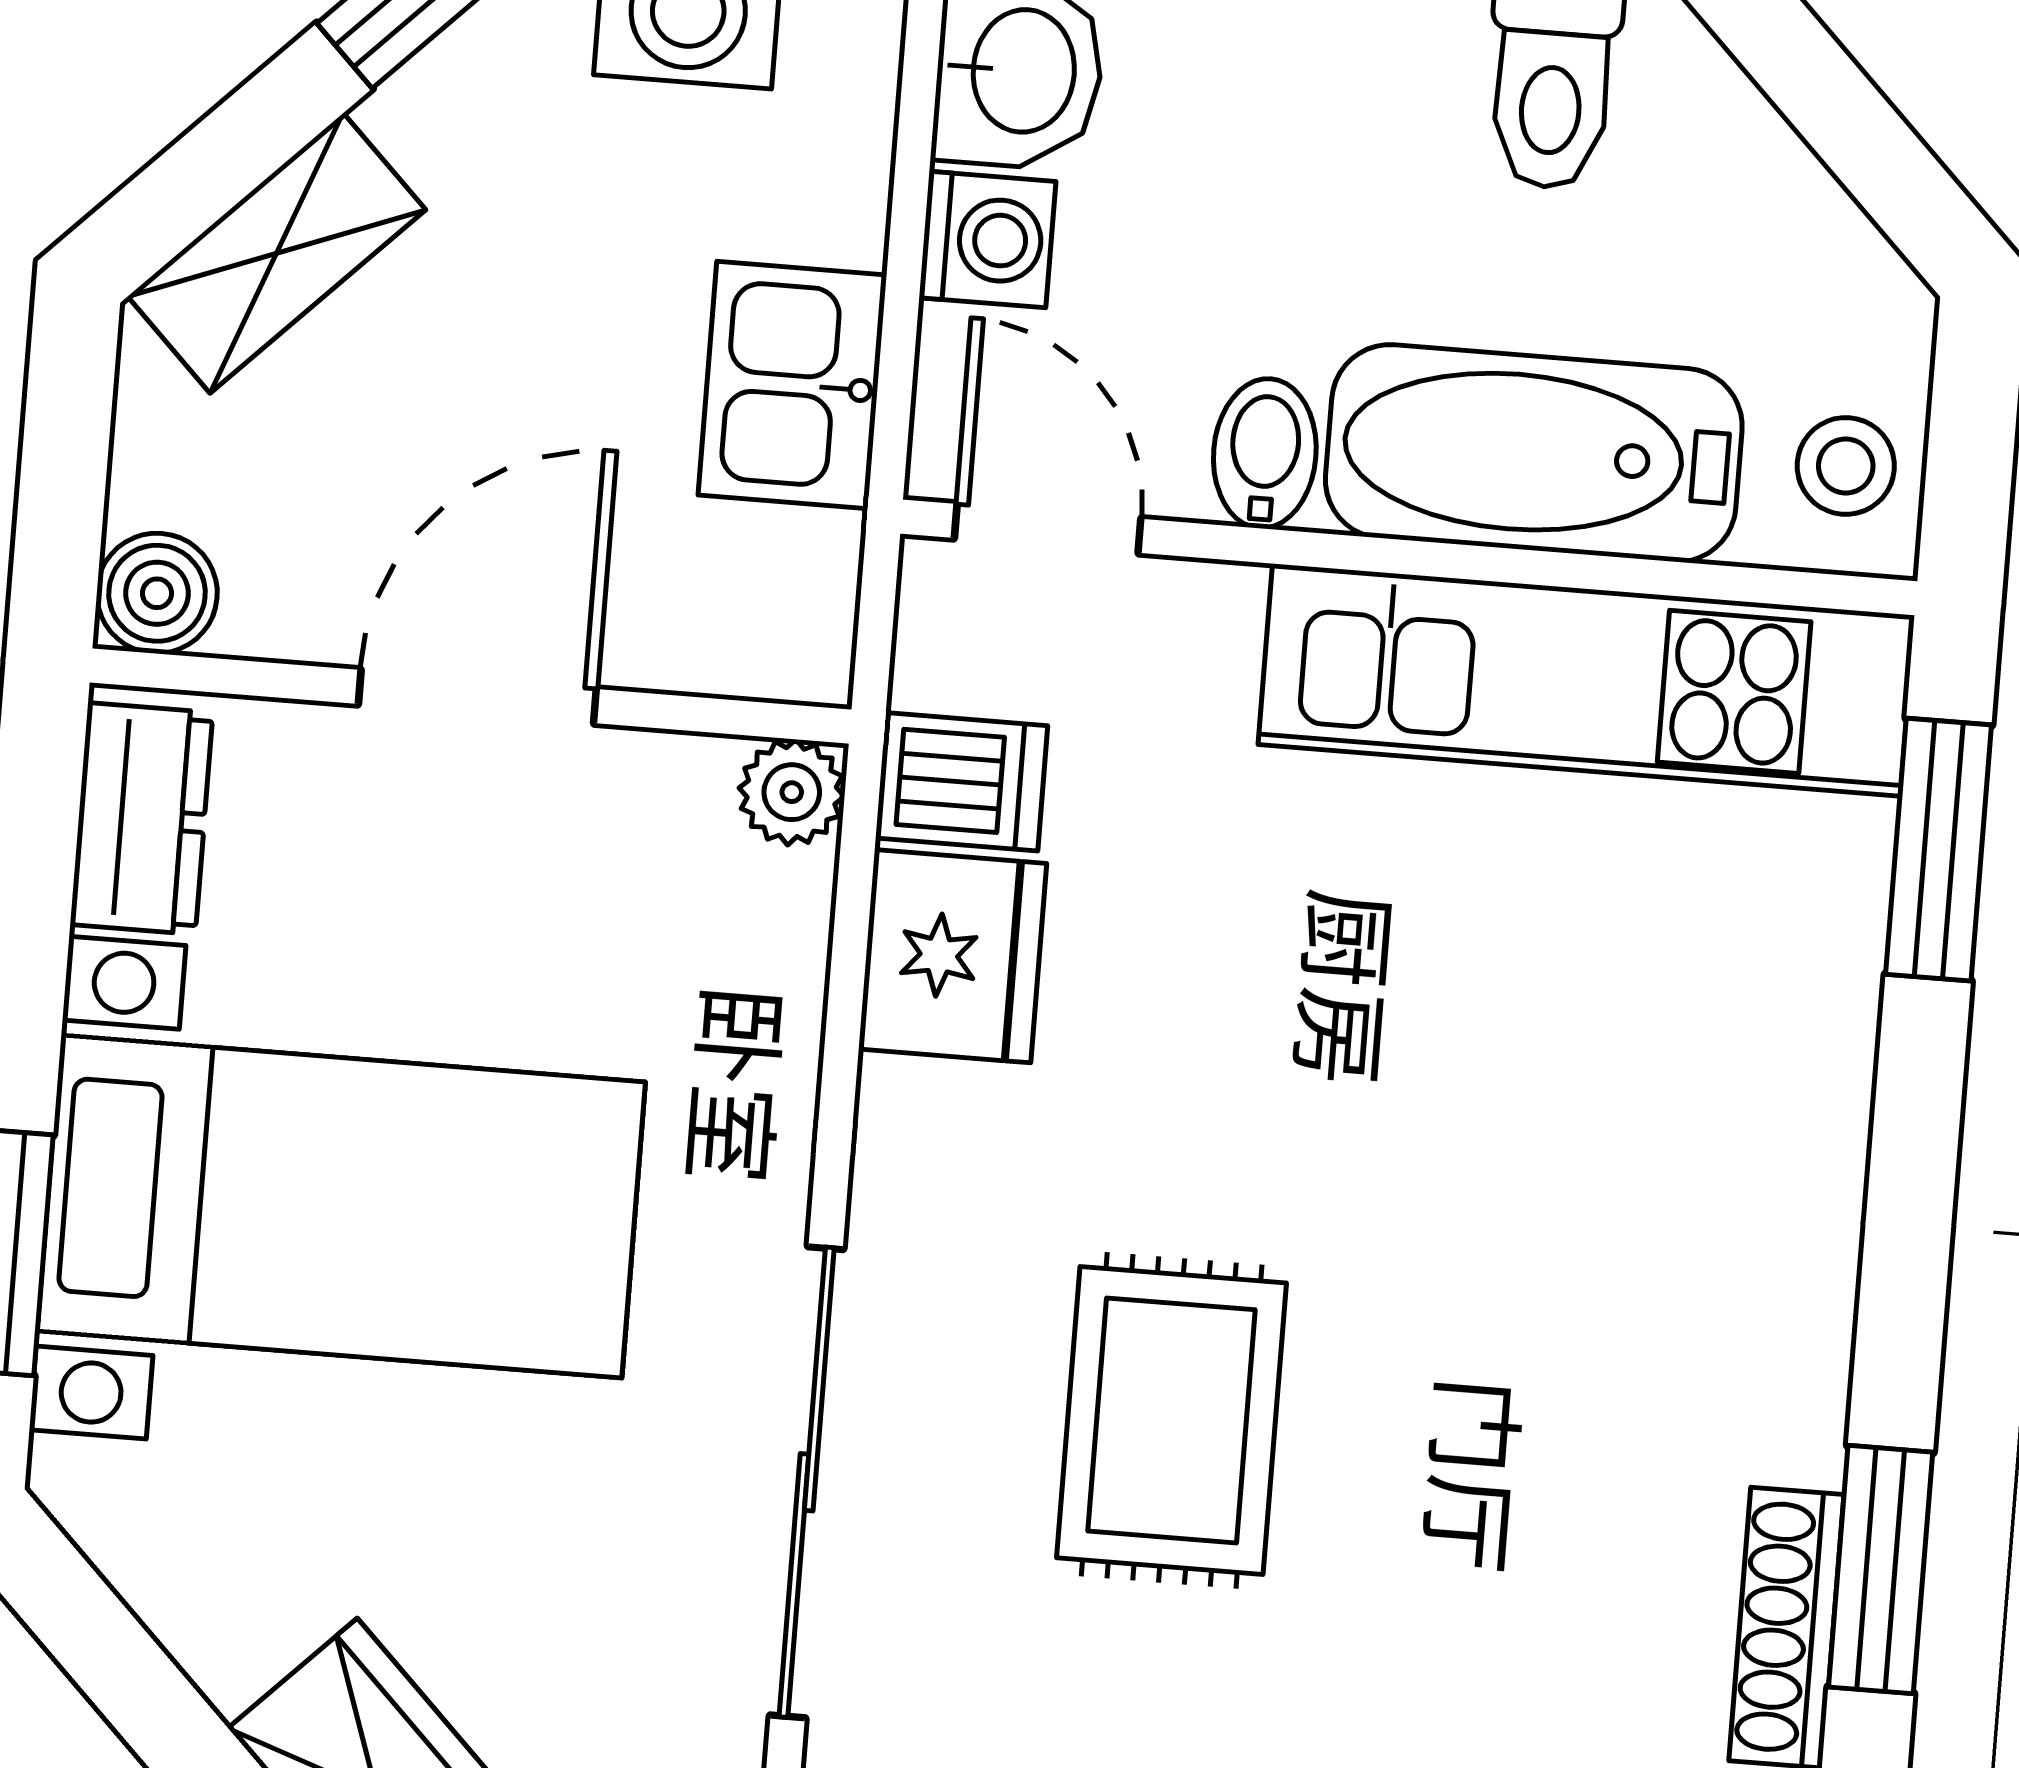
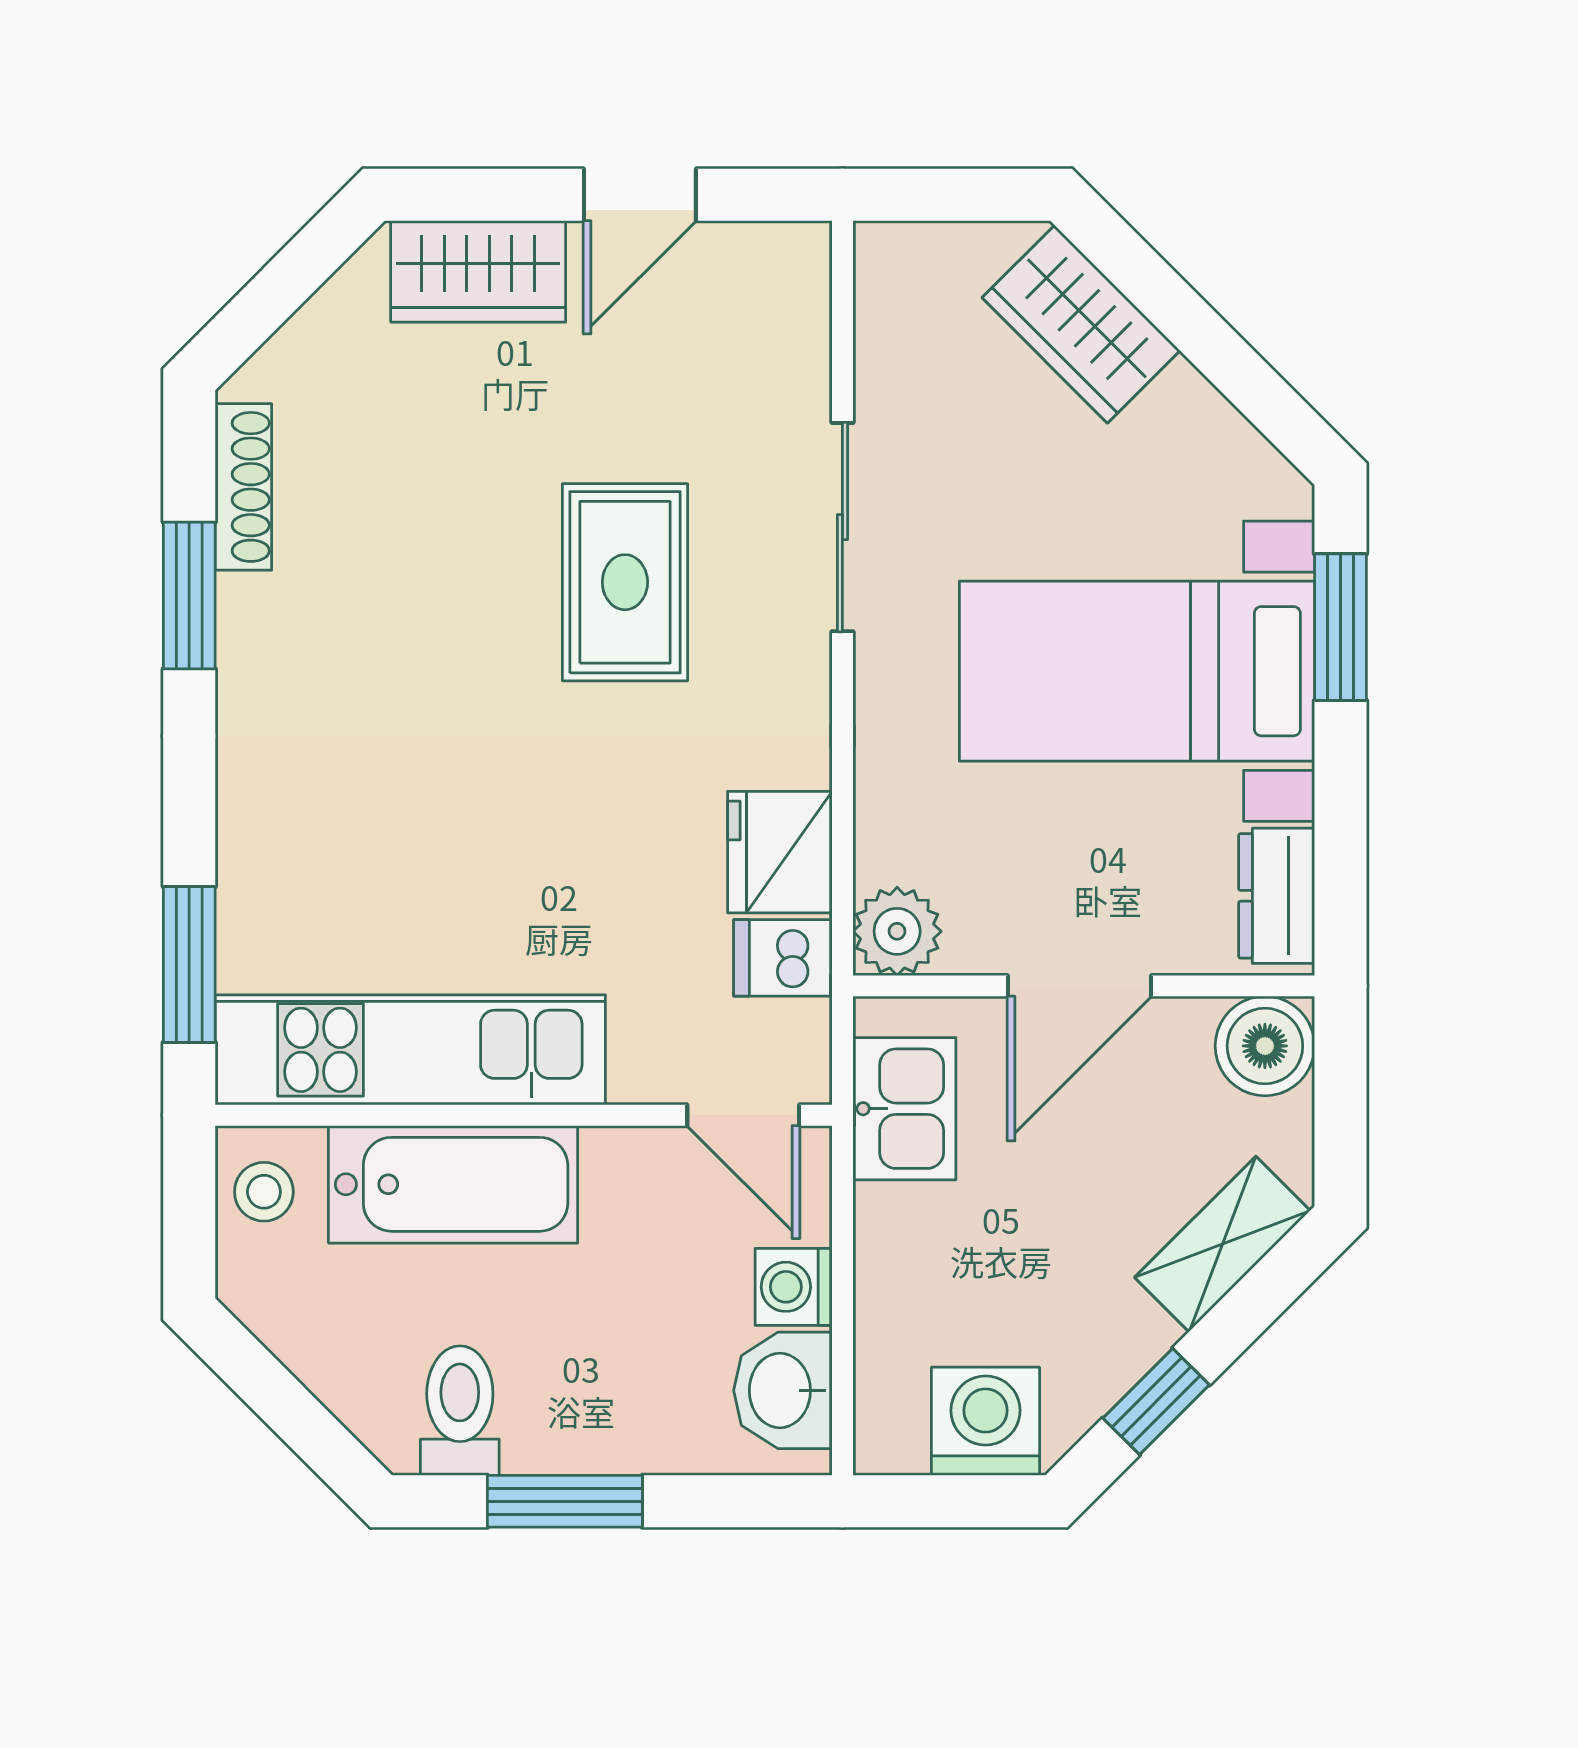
kitchen sink: (792, 385) -> (904, 1109), moved
bidet: (1265, 453) -> (616, 1171), removed
boiler: (157, 593) -> (1265, 1046), width x1.36, depth x1.36
plant: (792, 792) -> (897, 931), width x1.38, depth x1.38
sliding door: (807, 1482) -> (842, 527), width x0.73
window: (1881, 1570) -> (189, 596), moved

